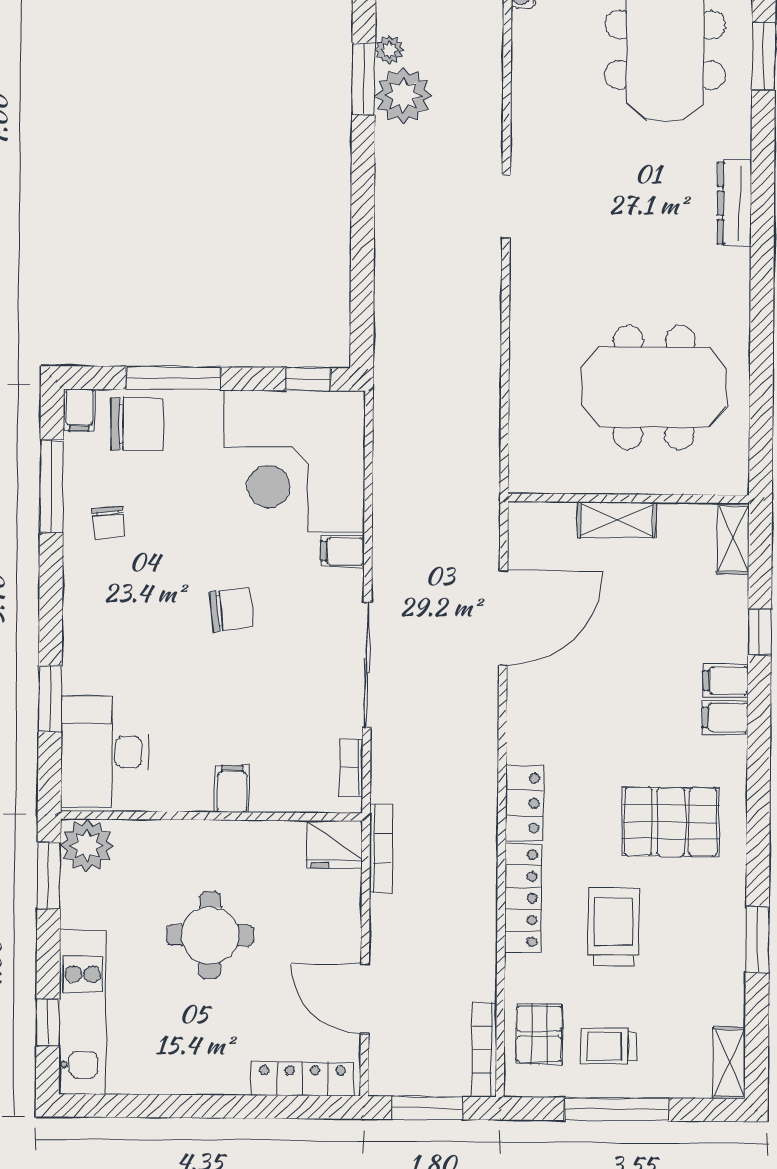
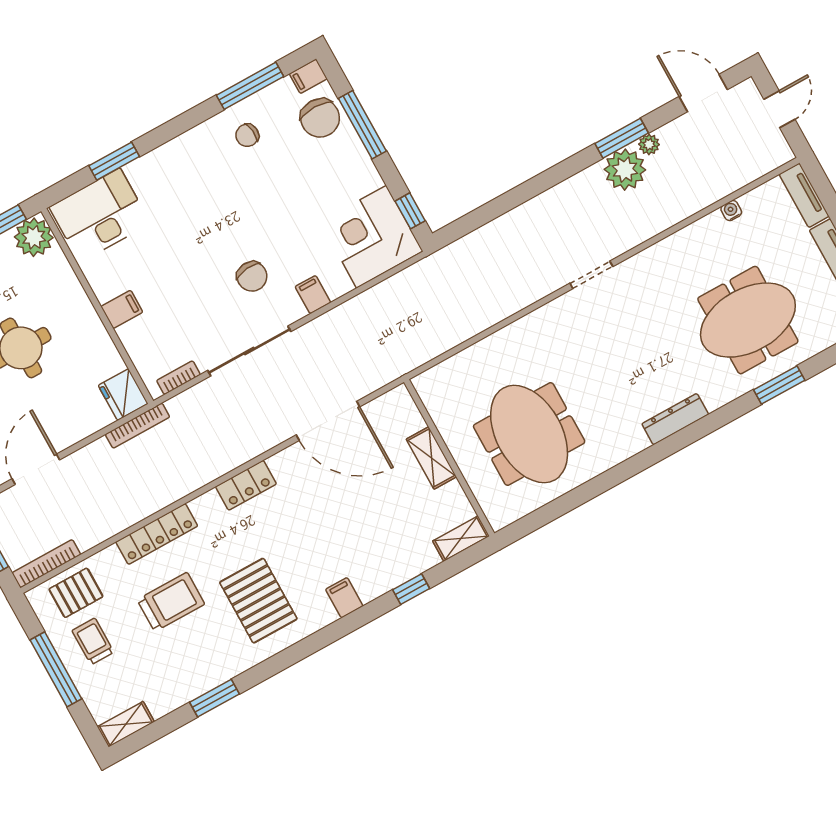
corner desk: (294, 461) -> (372, 237), width x0.74, depth x0.74
chair: (231, 610) -> (252, 276), moved
filing cabinet: (726, 681) -> (368, 585), removed
locker: (525, 803) -> (246, 485), moved

